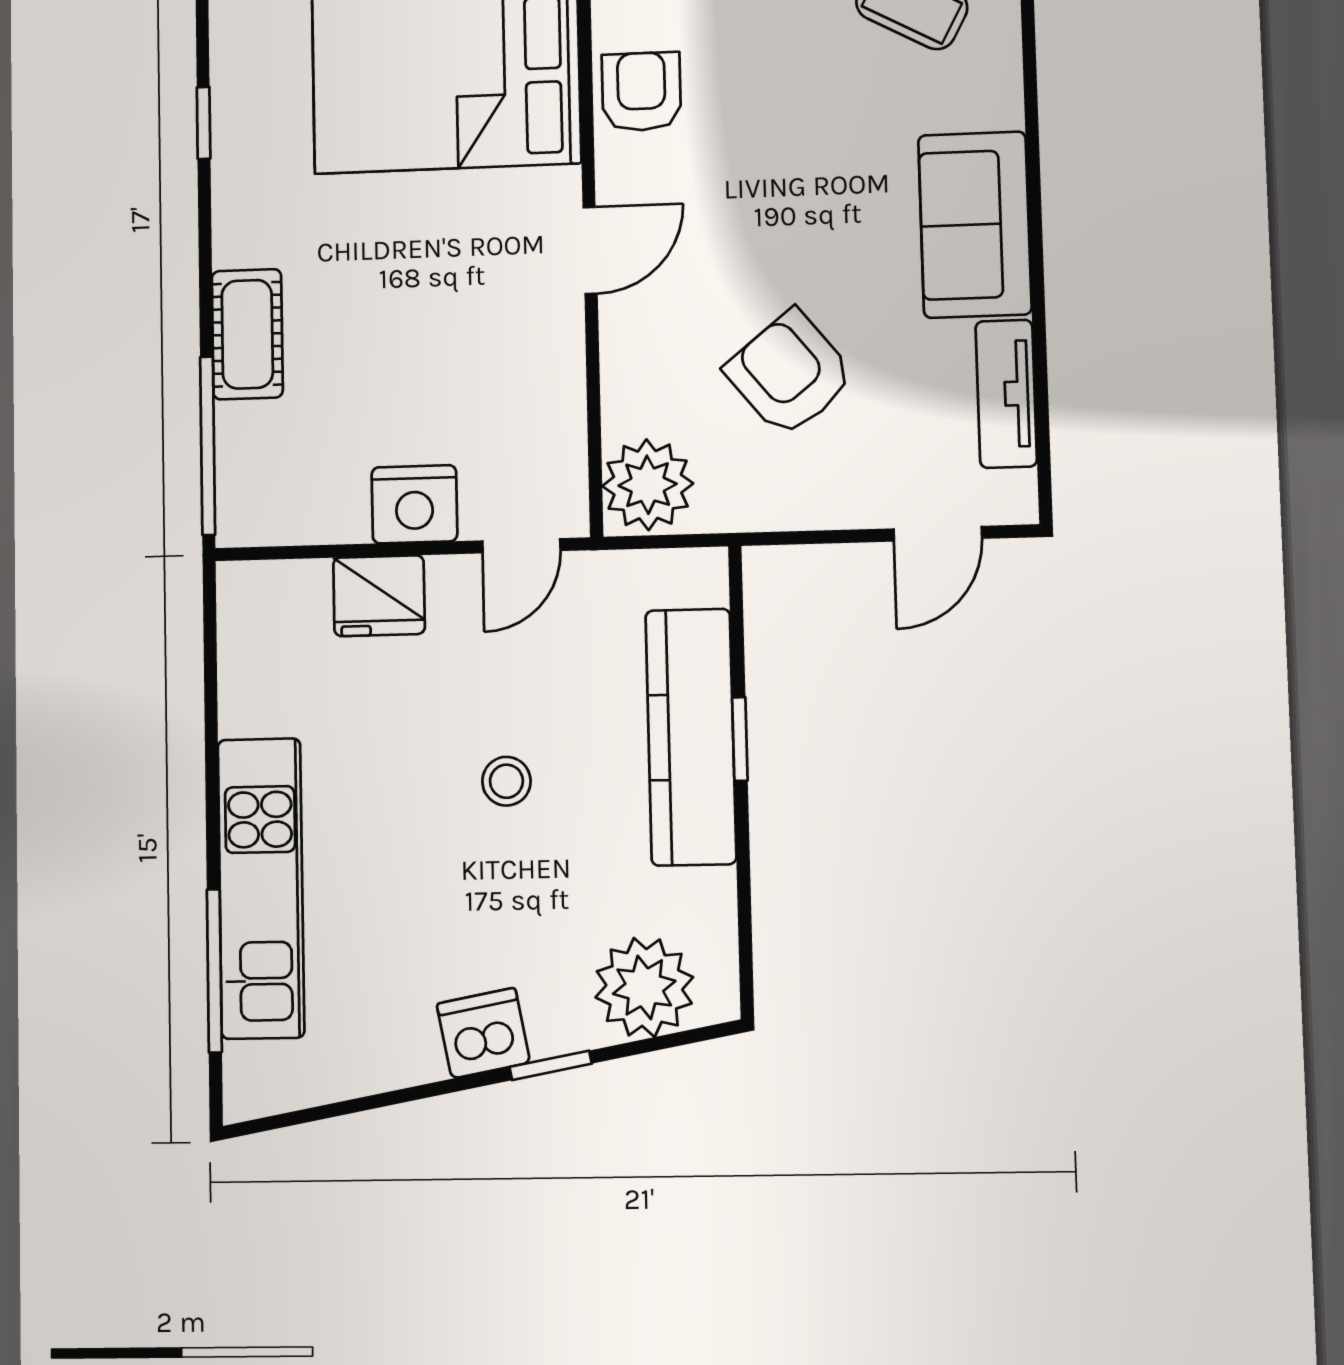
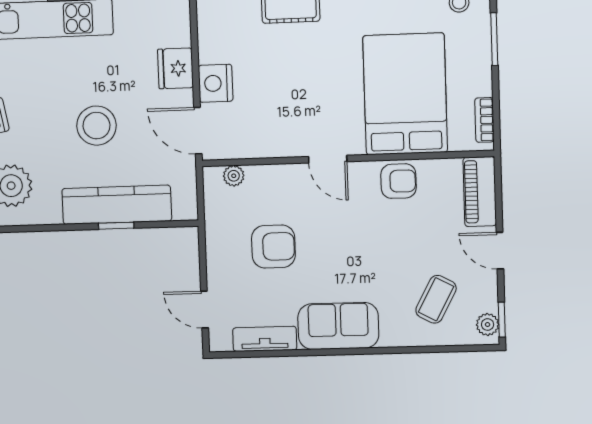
armchair: (790, 373) -> (273, 247), turned 39
plant: (648, 485) -> (234, 176), width x0.53, depth x0.53
door: (521, 546) -> (198, 131), width x1.37
stool: (506, 781) -> (97, 126), width x1.89, depth x1.89

